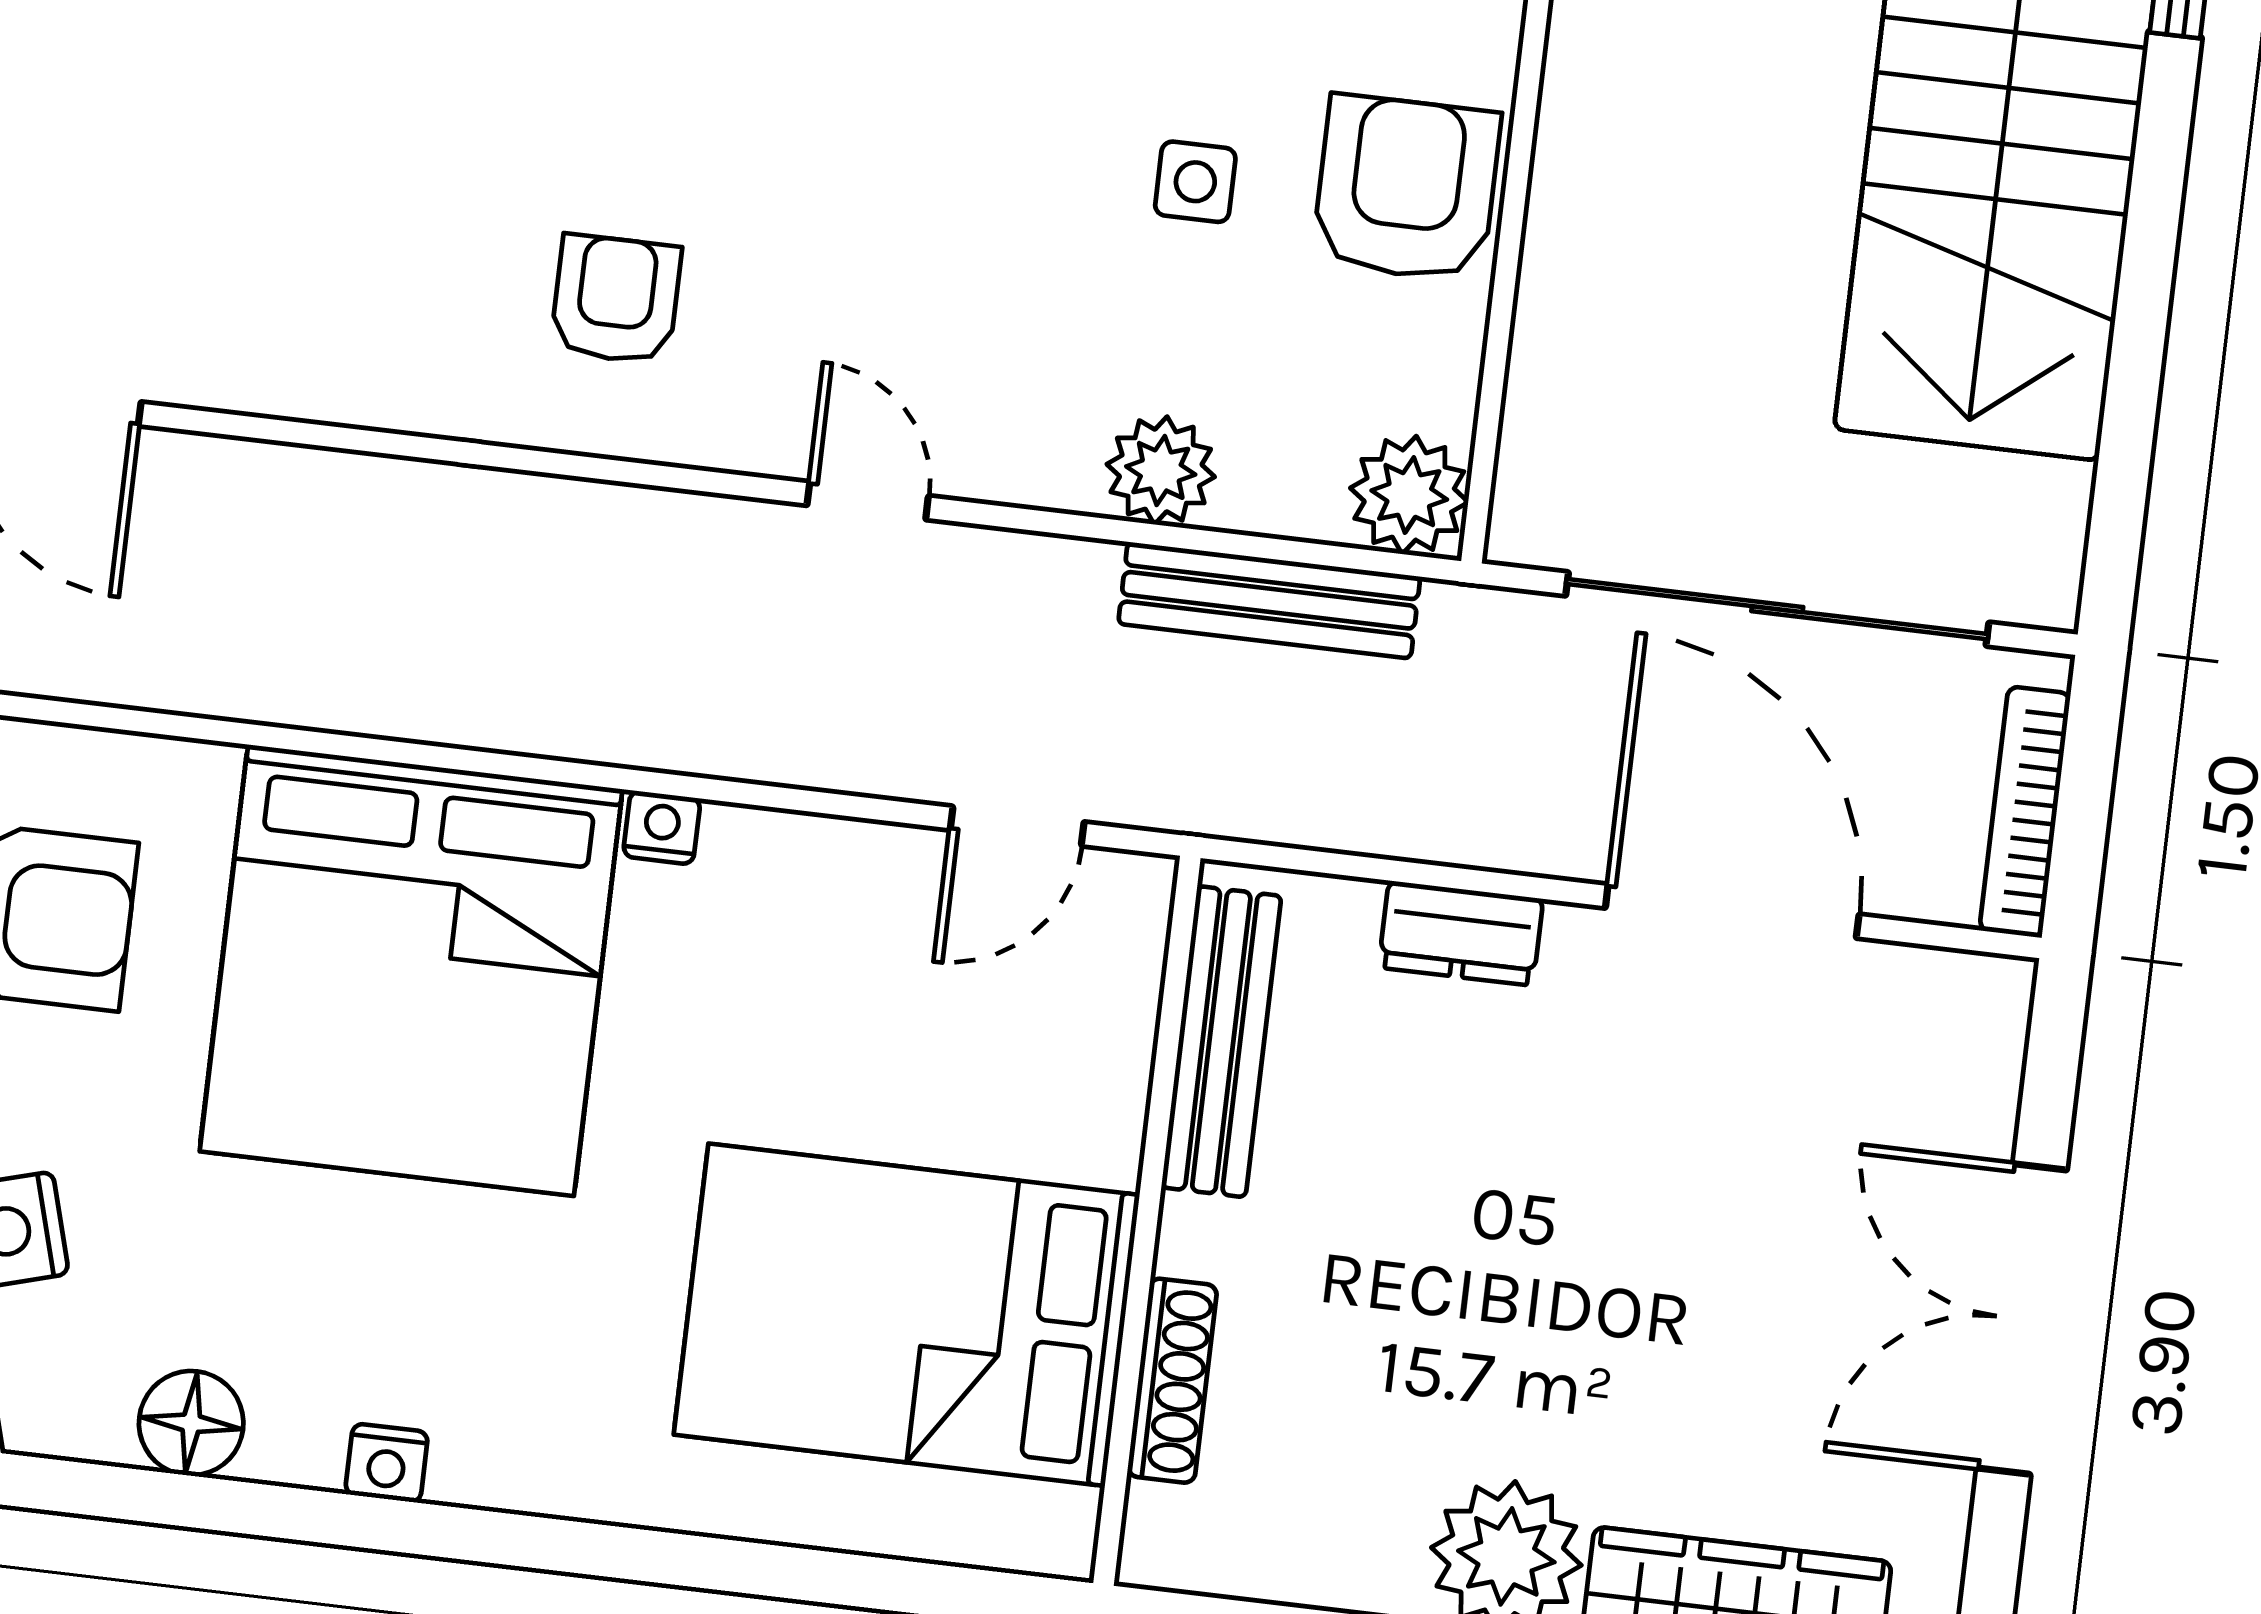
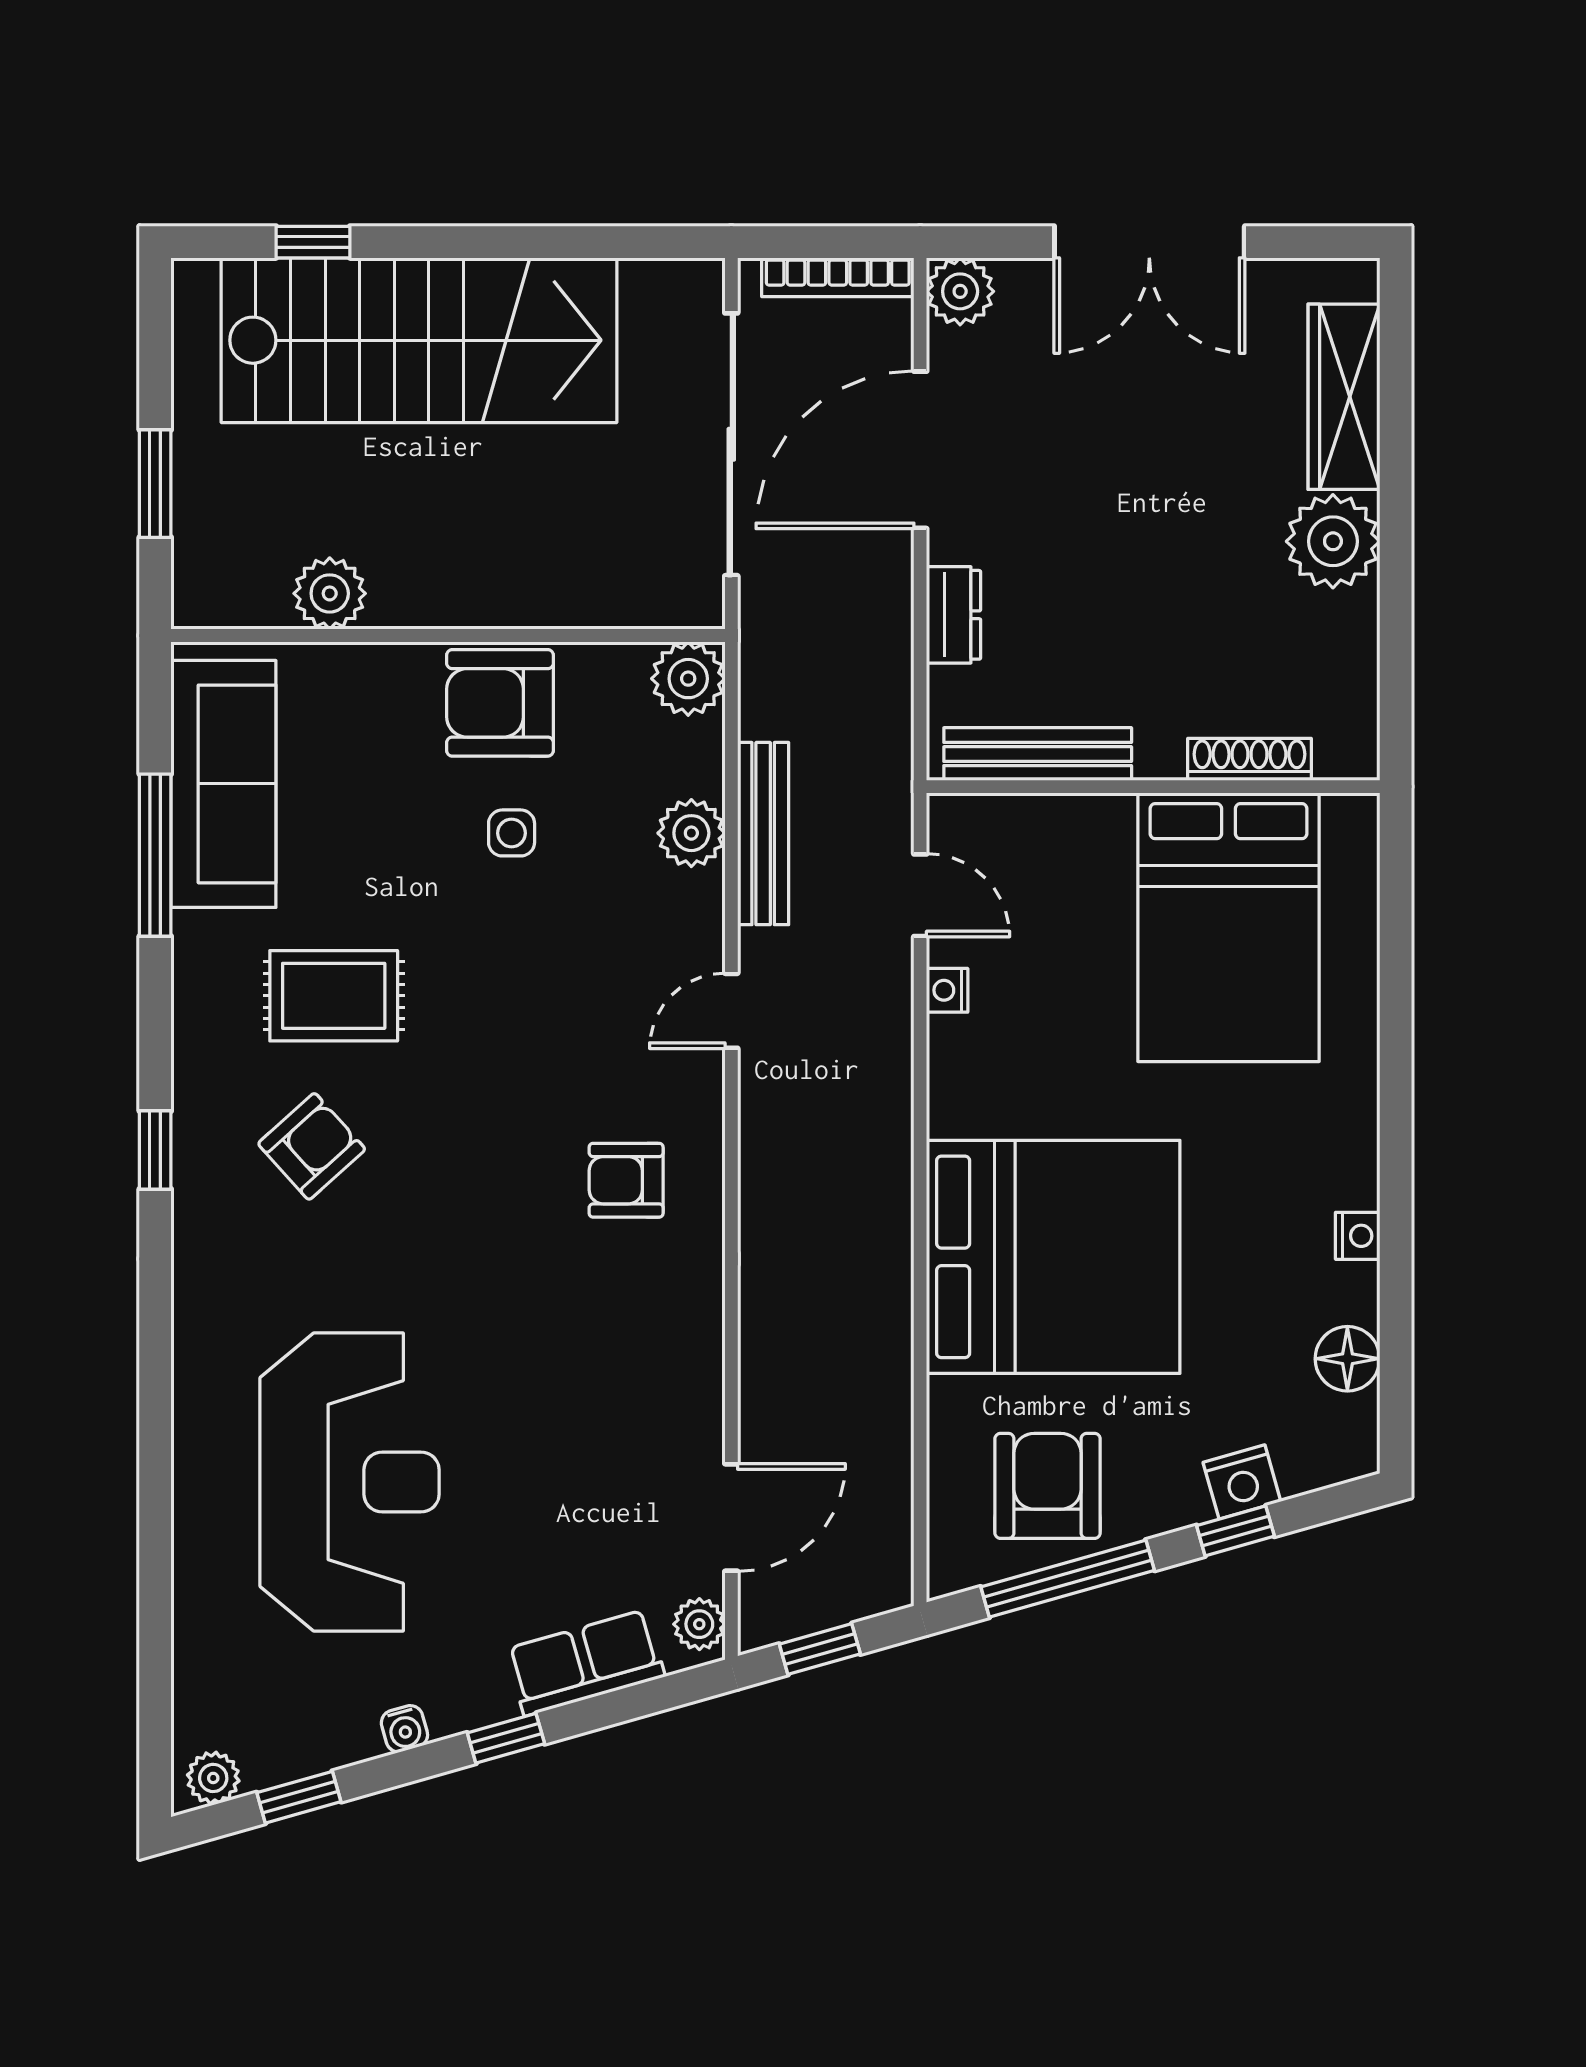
bench: (1269, 600) -> (763, 834), moved
nightstand: (662, 827) -> (947, 990), moved
plant: (1979, 1006) -> (960, 291), added

